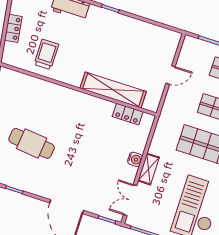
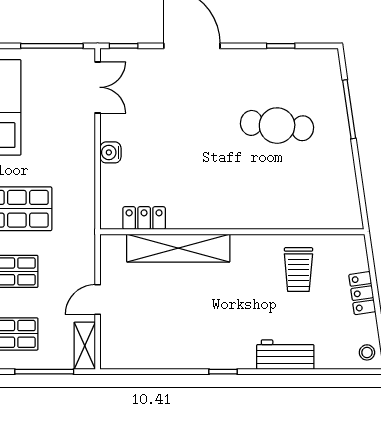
shelving: (149, 169) -> (85, 346), moved

